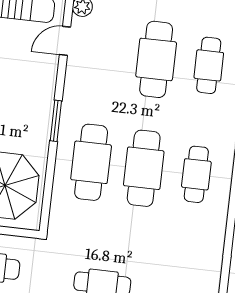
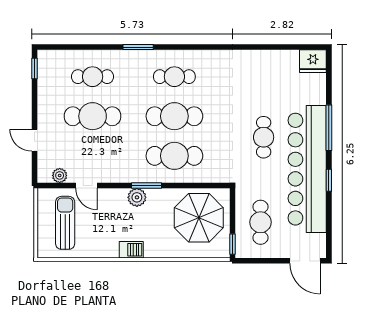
plant: (42, 106) -> (137, 197), added

